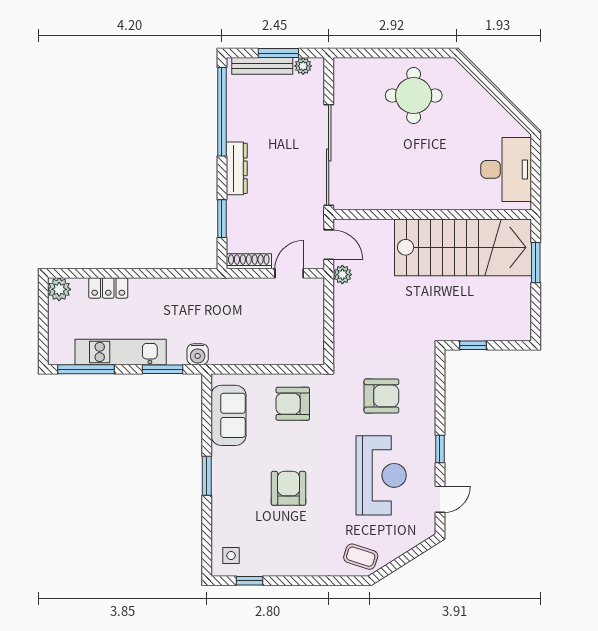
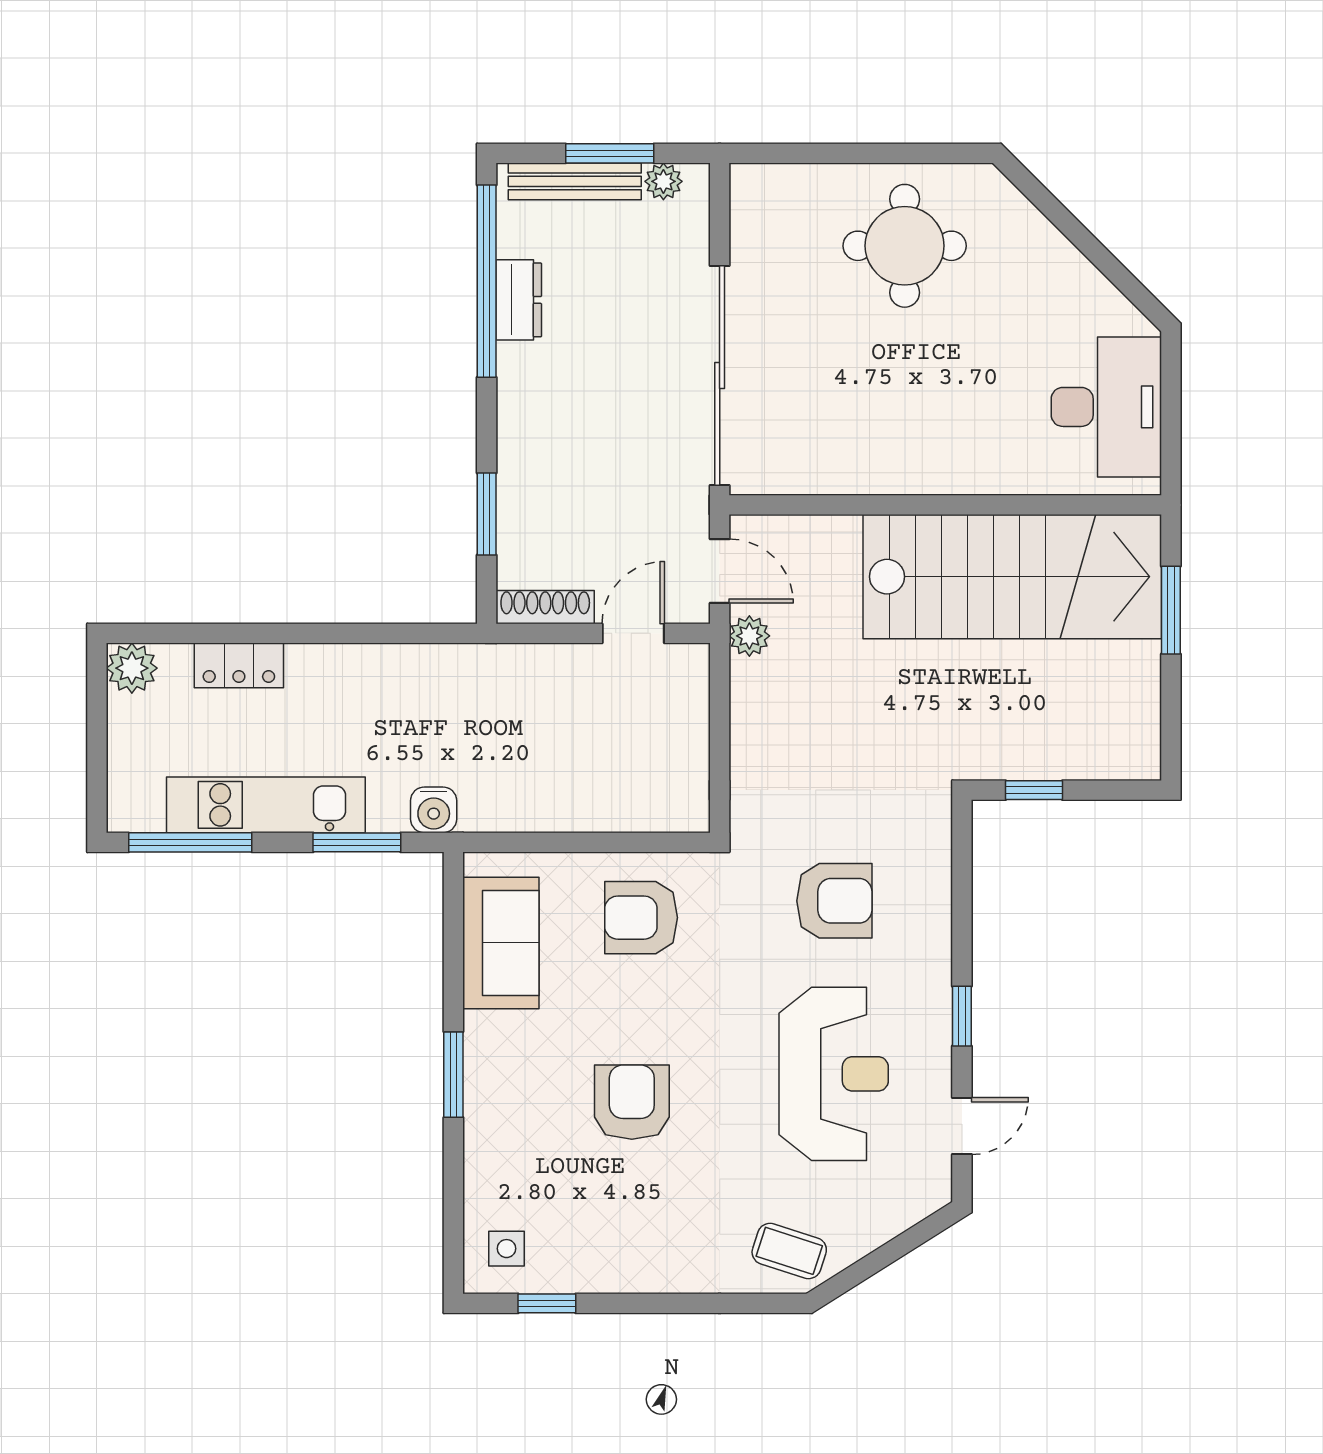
dresser: (237, 168) -> (519, 300), moved, width x0.70

